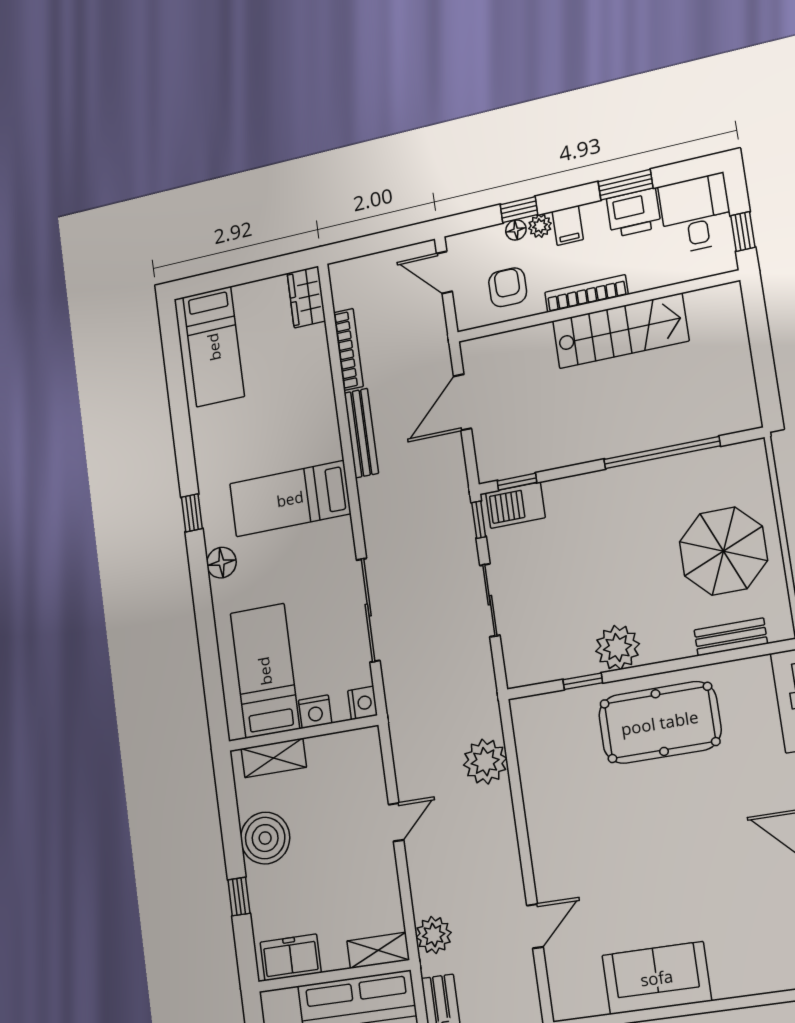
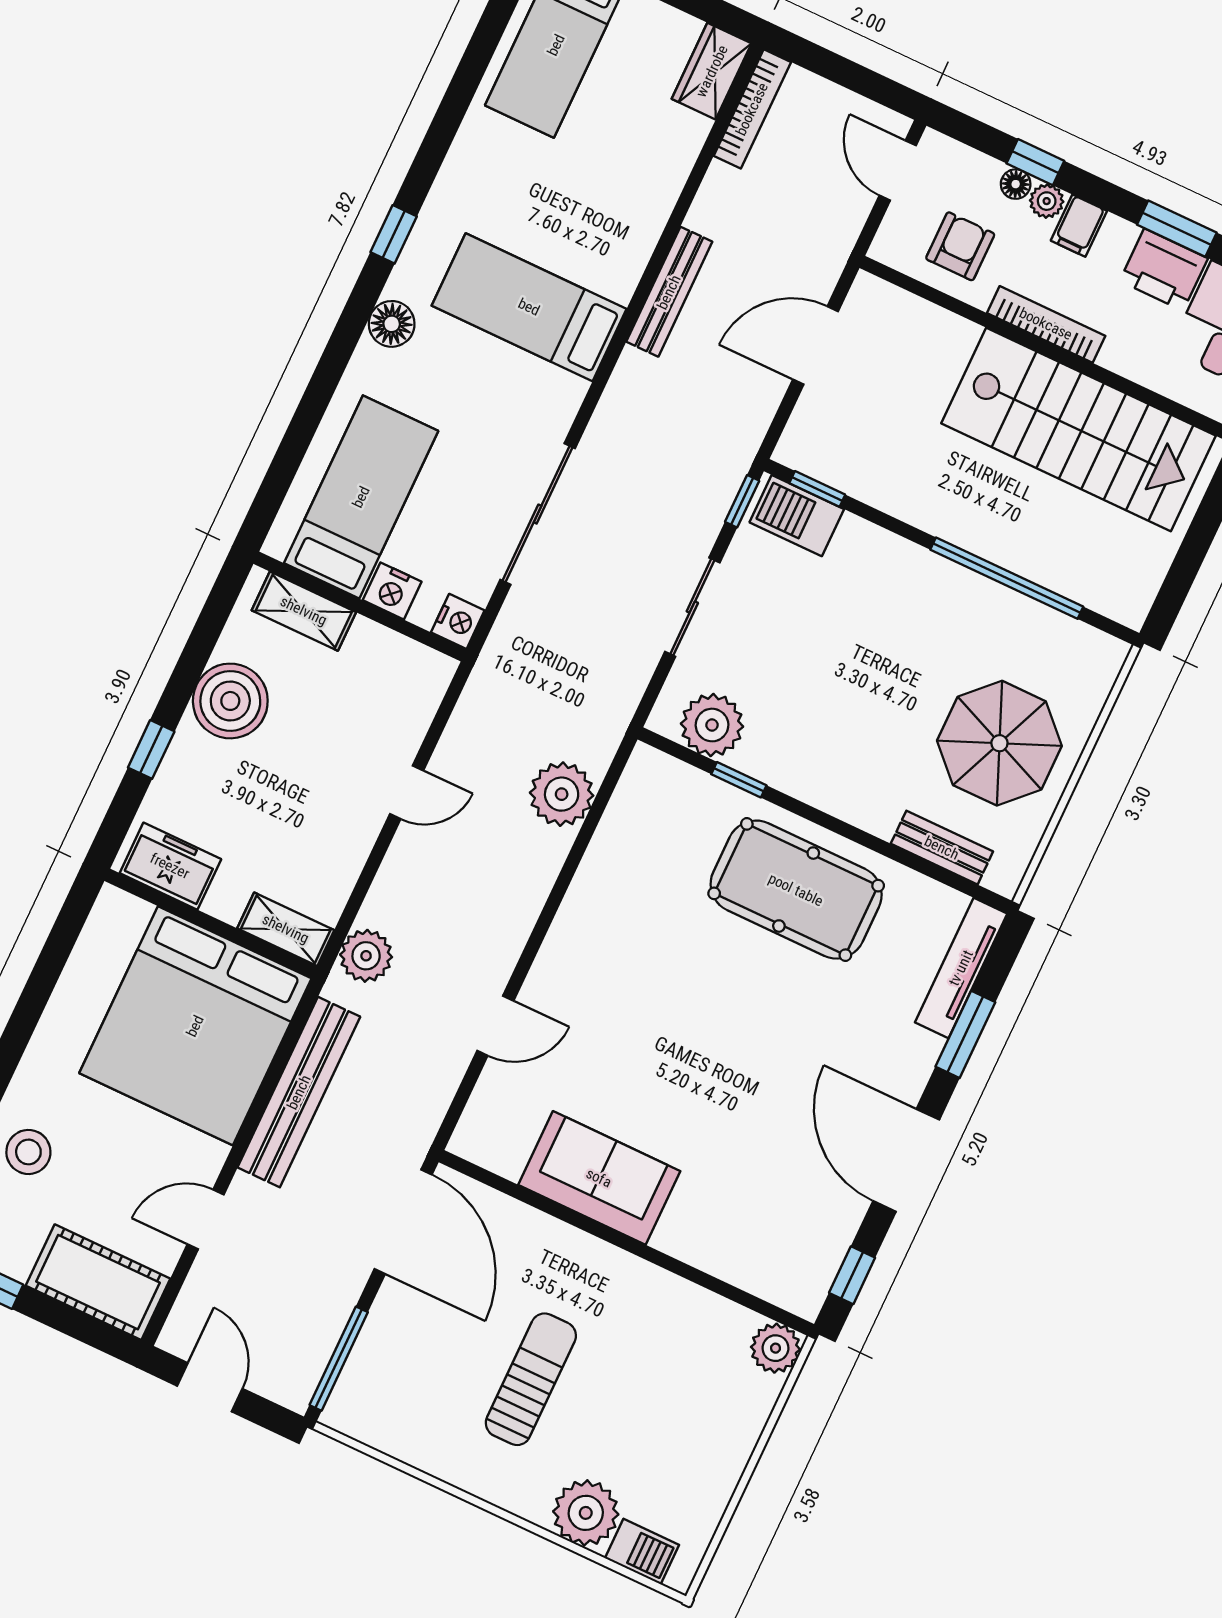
stairs: (621, 331) -> (1078, 430), width x1.36, depth x1.51
bookcase: (348, 349) -> (752, 109), moved
plant: (618, 647) -> (712, 725), moved

